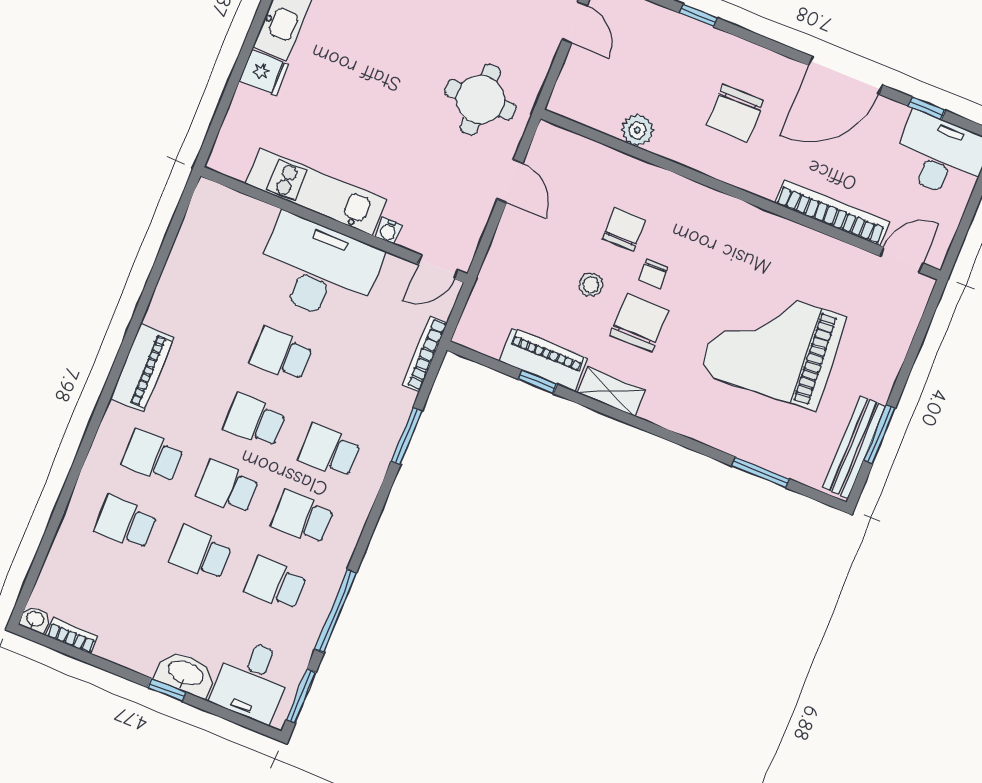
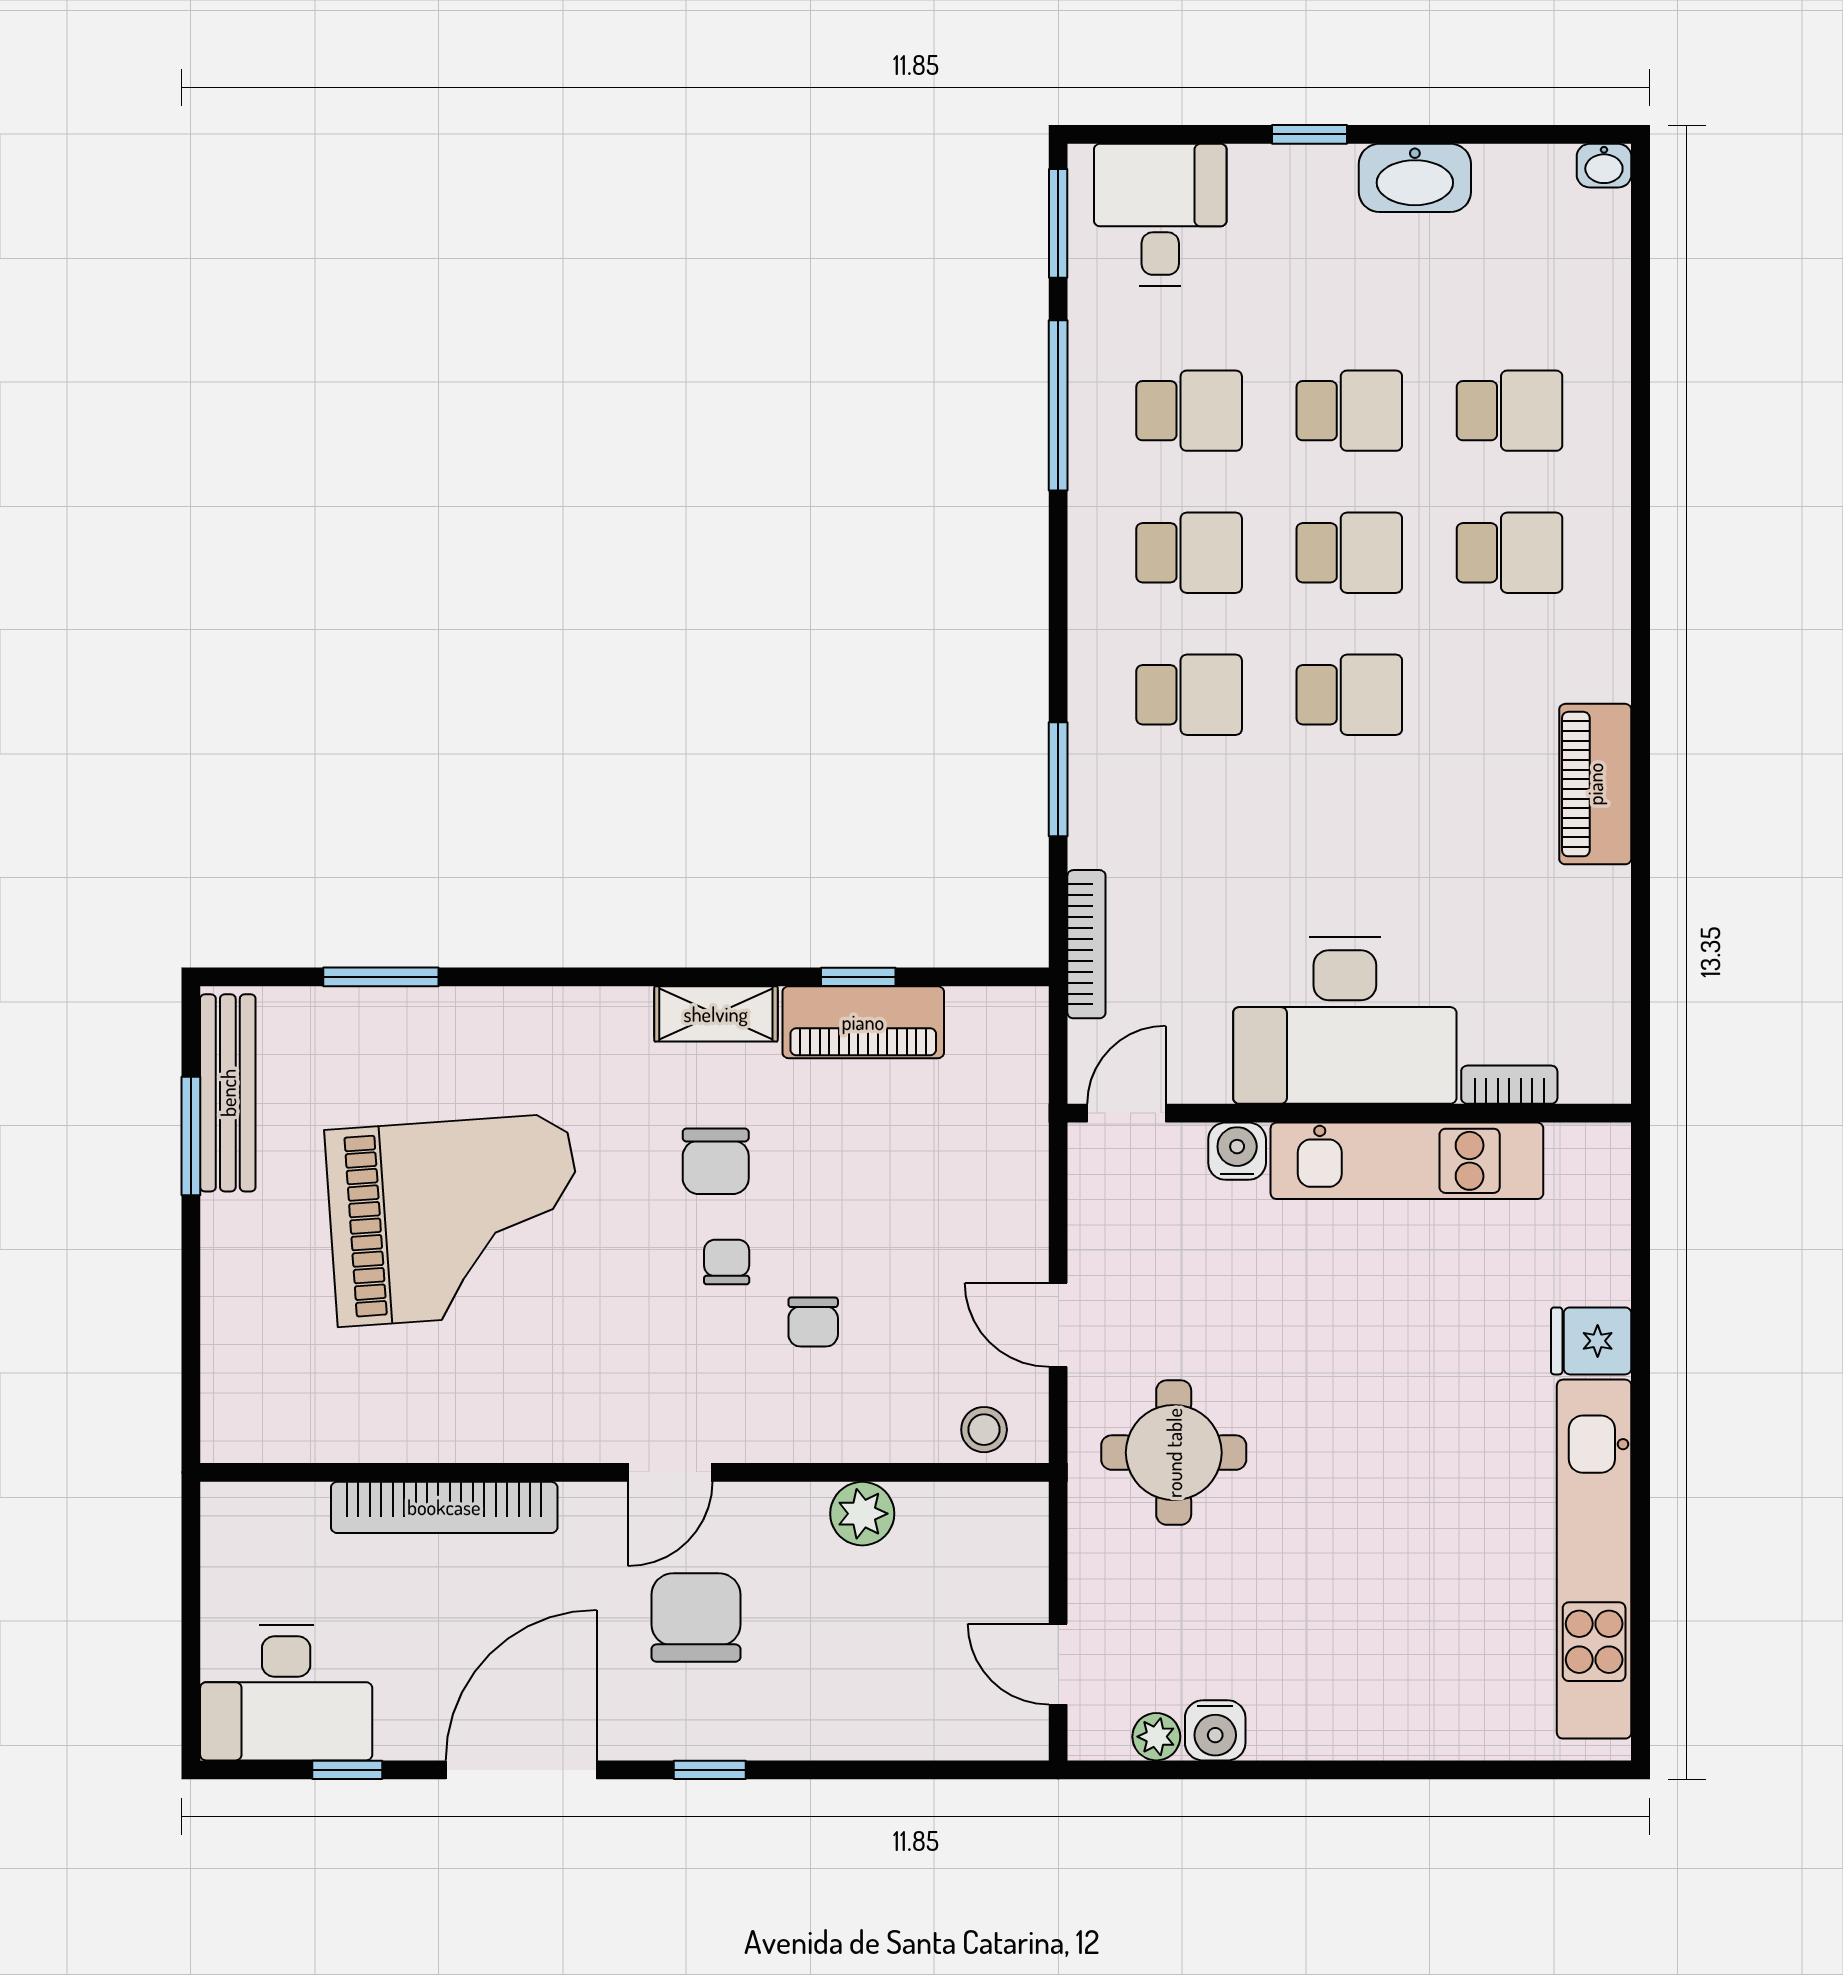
window: (698, 15) -> (710, 1770), moved
chair: (624, 229) -> (813, 1322), width x0.73, depth x0.73
water cooler: (388, 231) -> (1237, 1151), width x1.38, depth x1.38
door: (901, 260) -> (670, 1472), moved
stool: (591, 285) -> (984, 1430), moved
chair: (639, 323) -> (716, 1161), width x0.73, depth x0.73
school desk: (281, 354) -> (1349, 837), removed
piano: (142, 368) -> (1595, 784), moved
bookcase: (72, 636) -> (1509, 1085), moved, turned 180
washbasin: (185, 674) -> (1415, 178), moved

